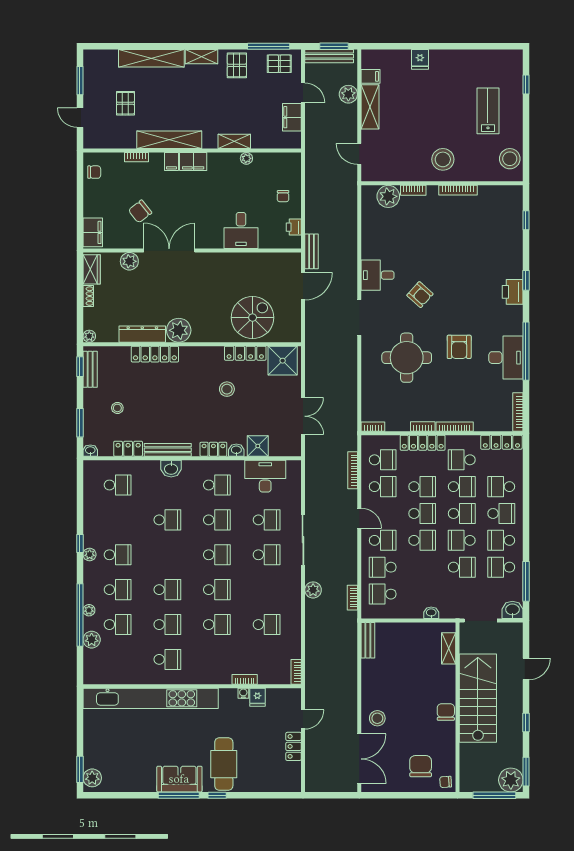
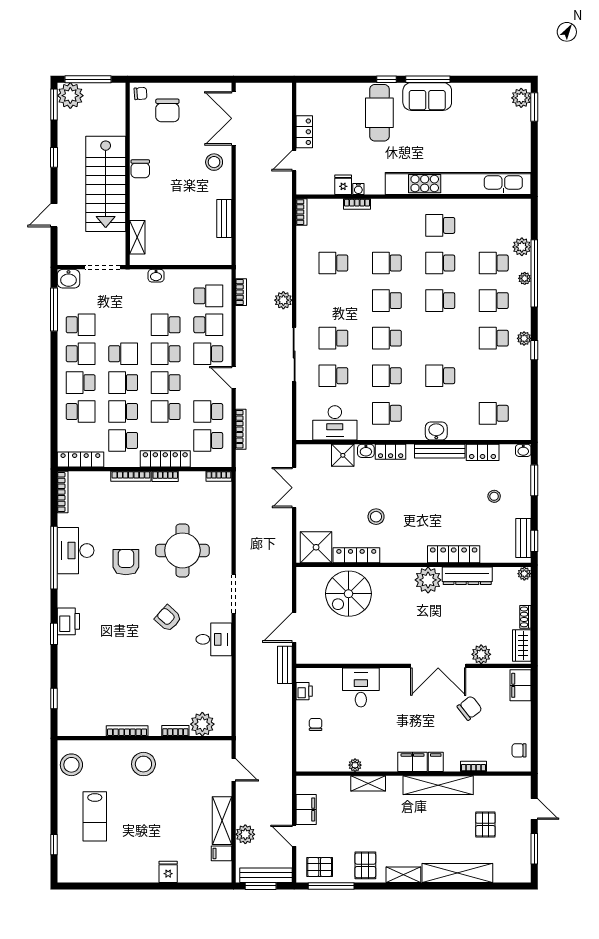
school desk: (462, 460) -> (123, 440), turned 180
school desk: (462, 567) -> (166, 325), moved
bench: (368, 640) -> (224, 218), moved

